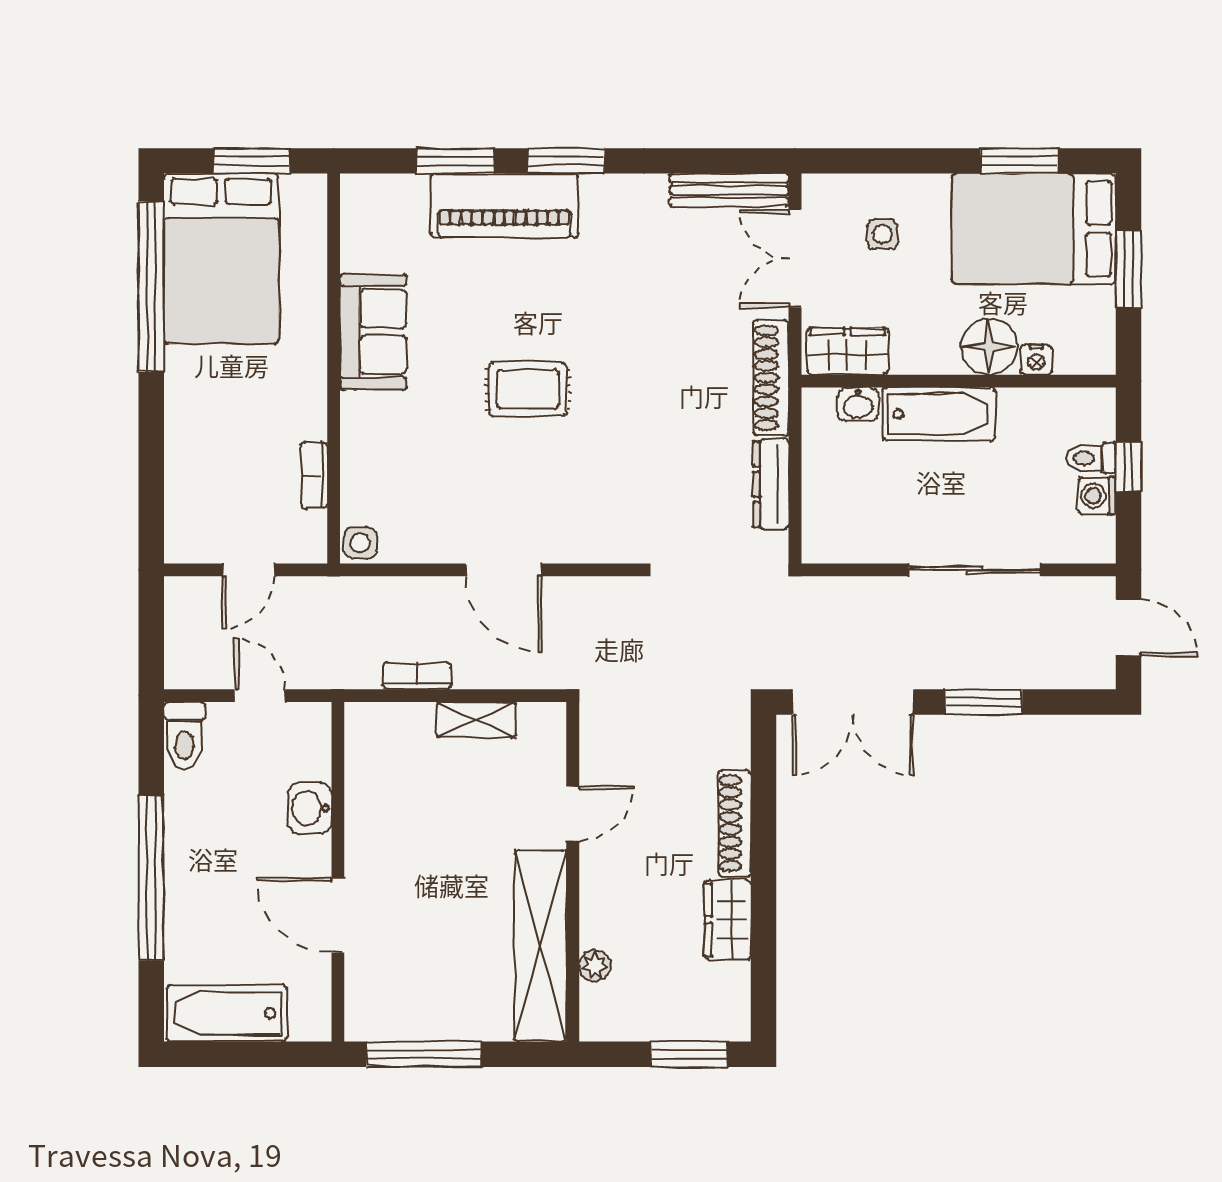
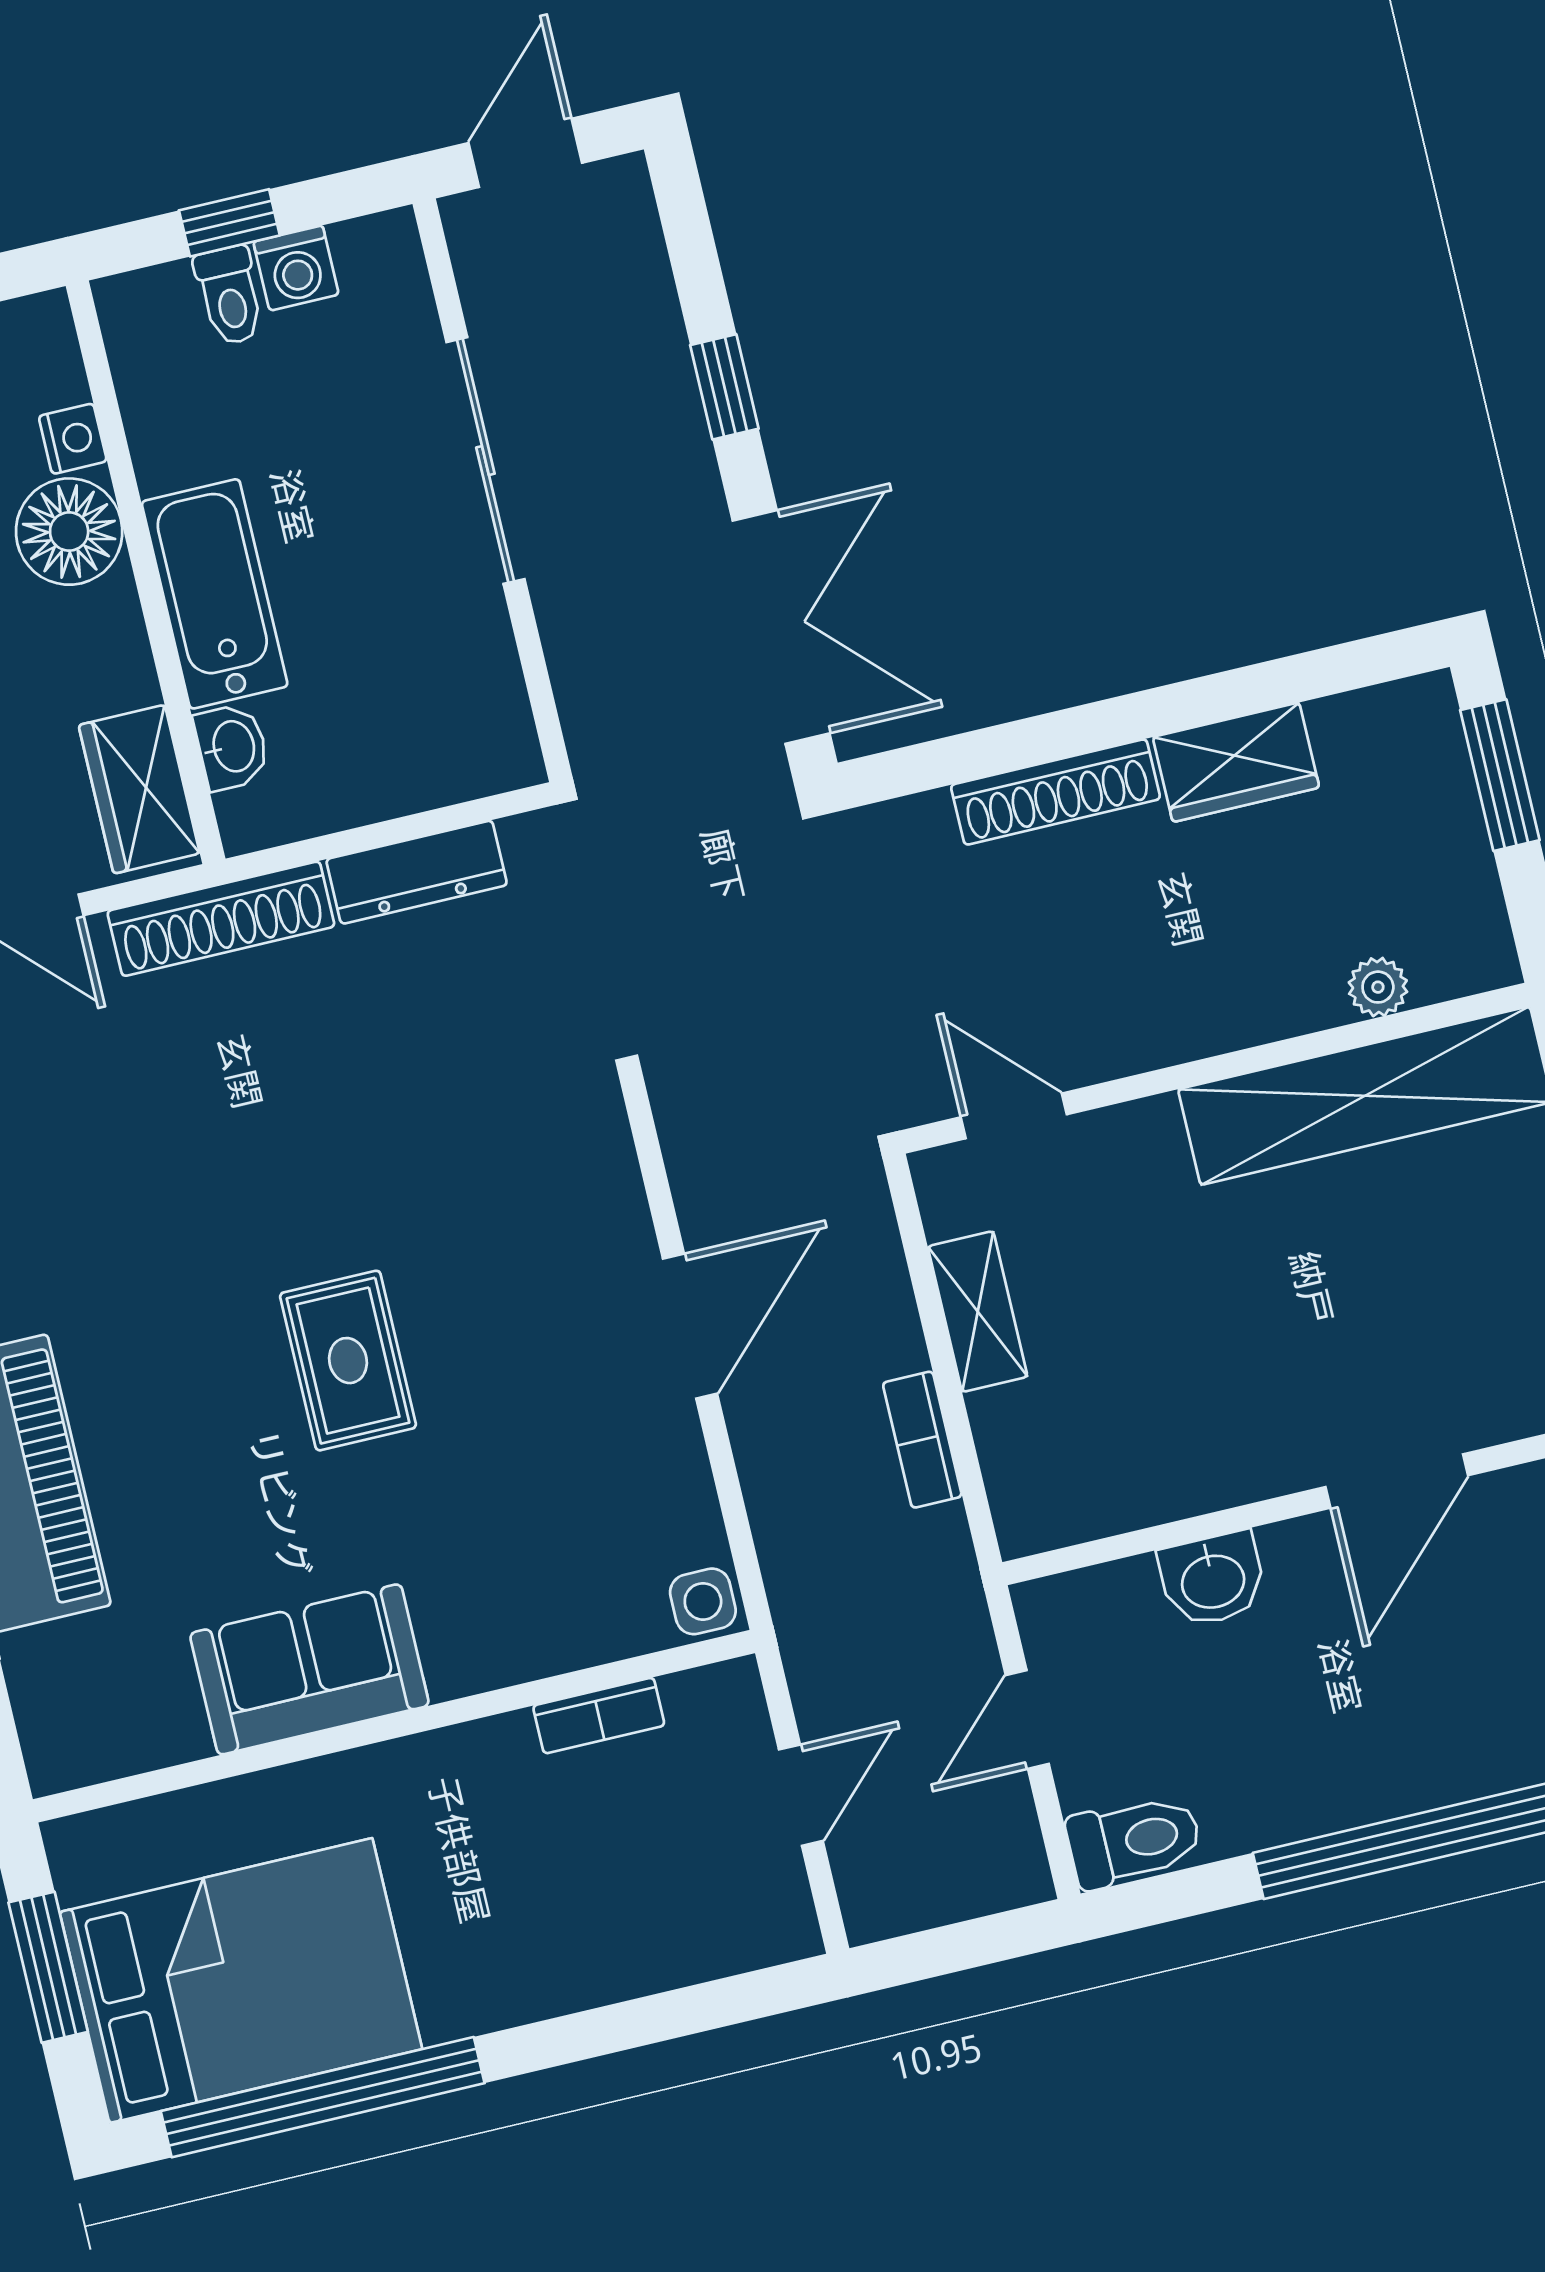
door: (249, 570) -> (801, 1795), hinge flipped
window: (984, 702) -> (724, 387), width x0.67
door: (573, 813) -> (1014, 1116), moved

